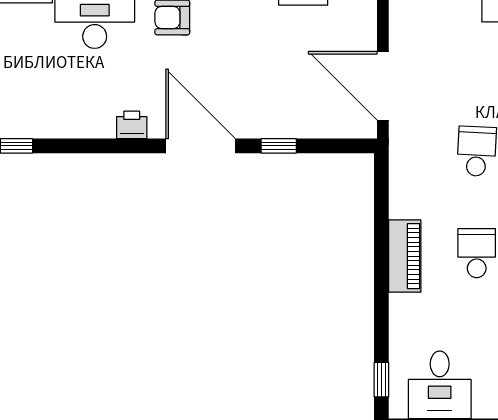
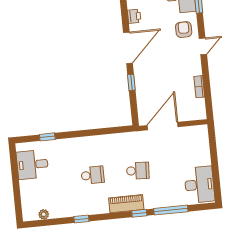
piano: (405, 256) -> (88, 143), removed
window: (381, 380) -> (47, 137), moved

